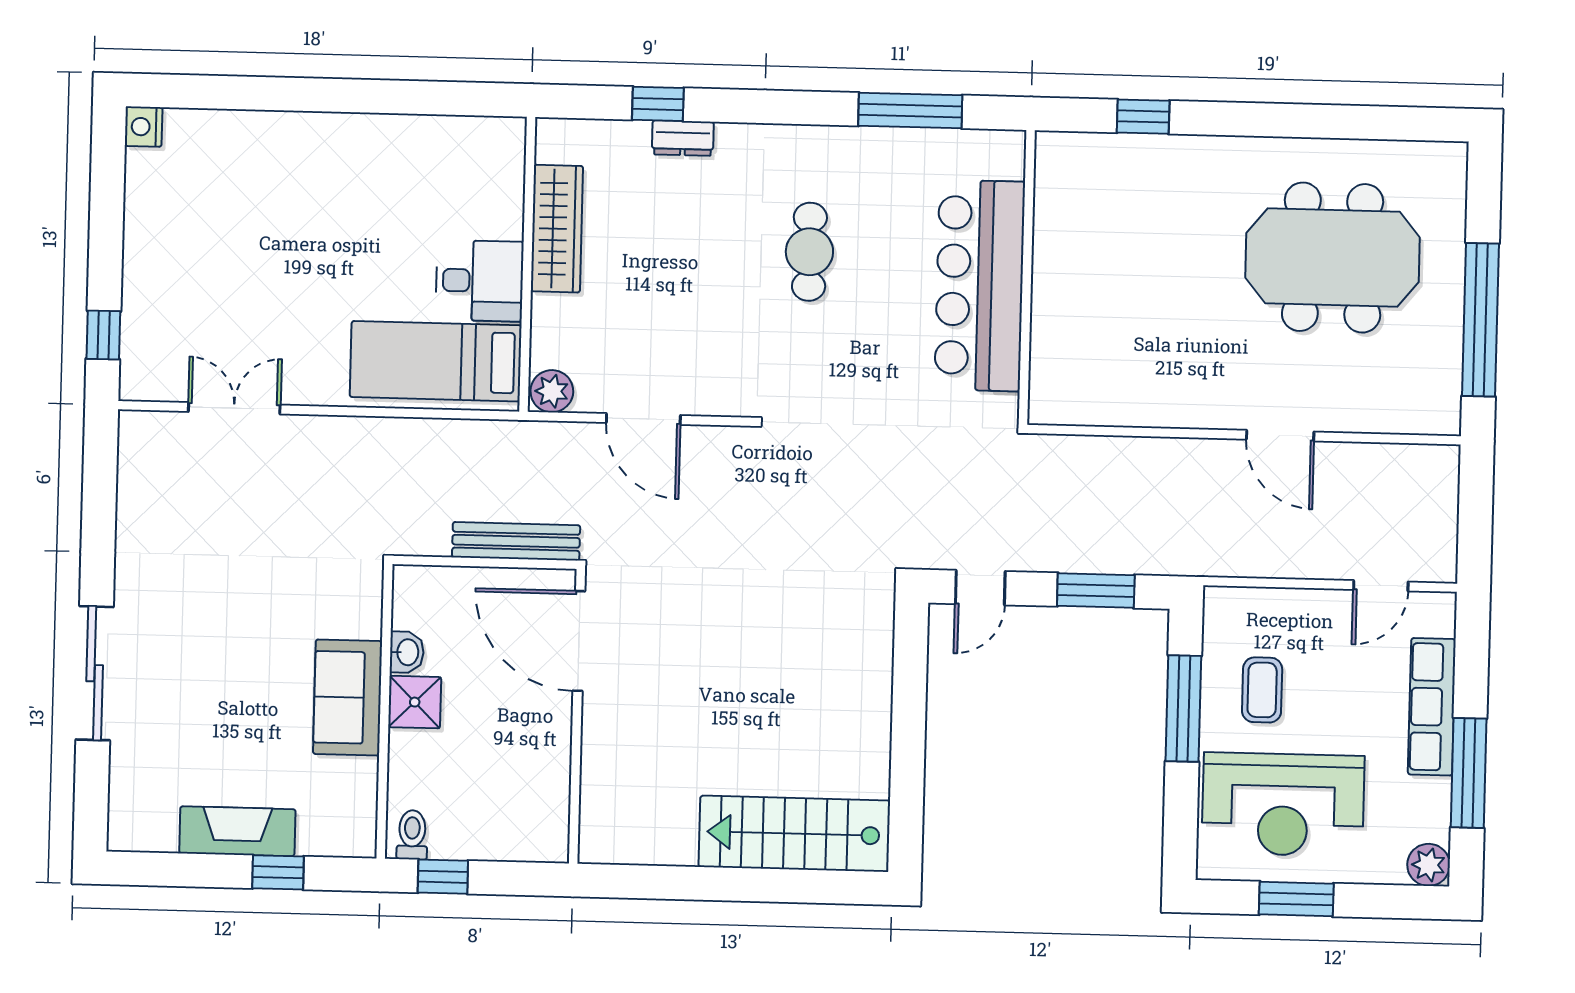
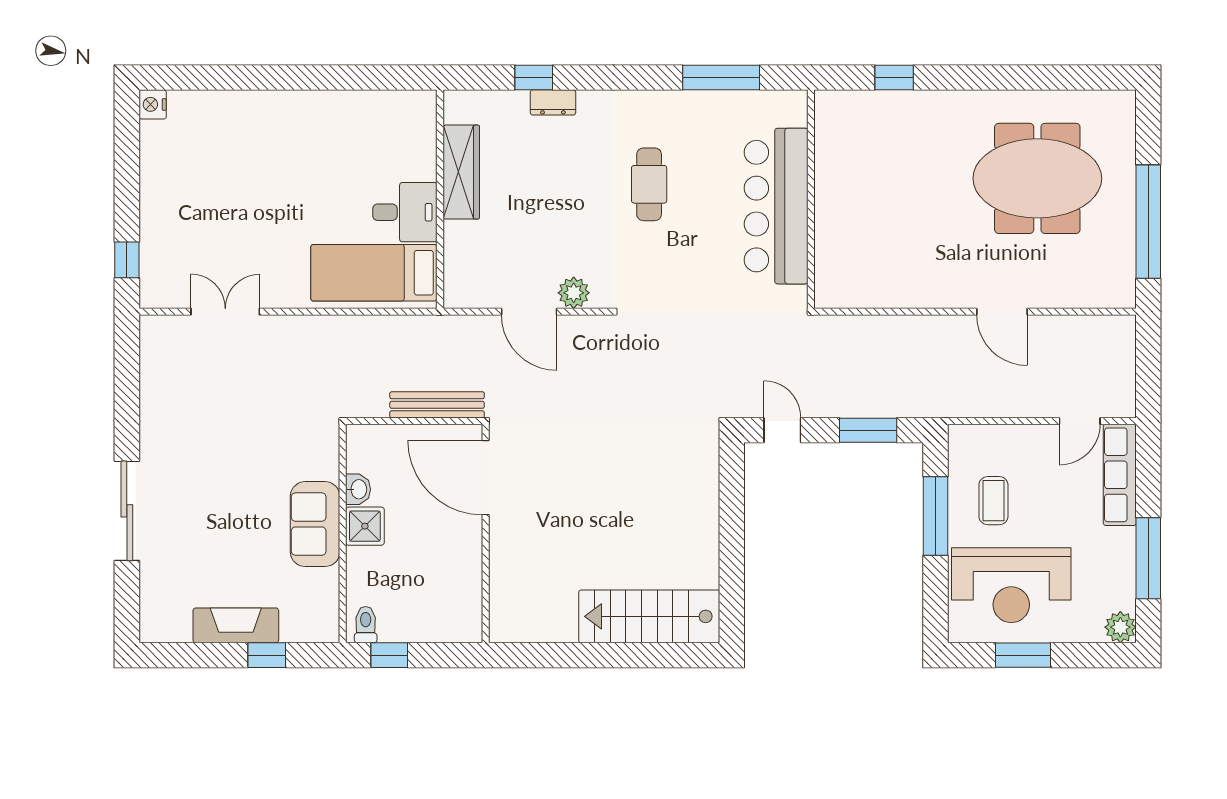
plant: (552, 391) -> (574, 293), moved
door: (980, 588) -> (782, 430), swing flipped
row of seats: (1432, 707) -> (1120, 475), moved

